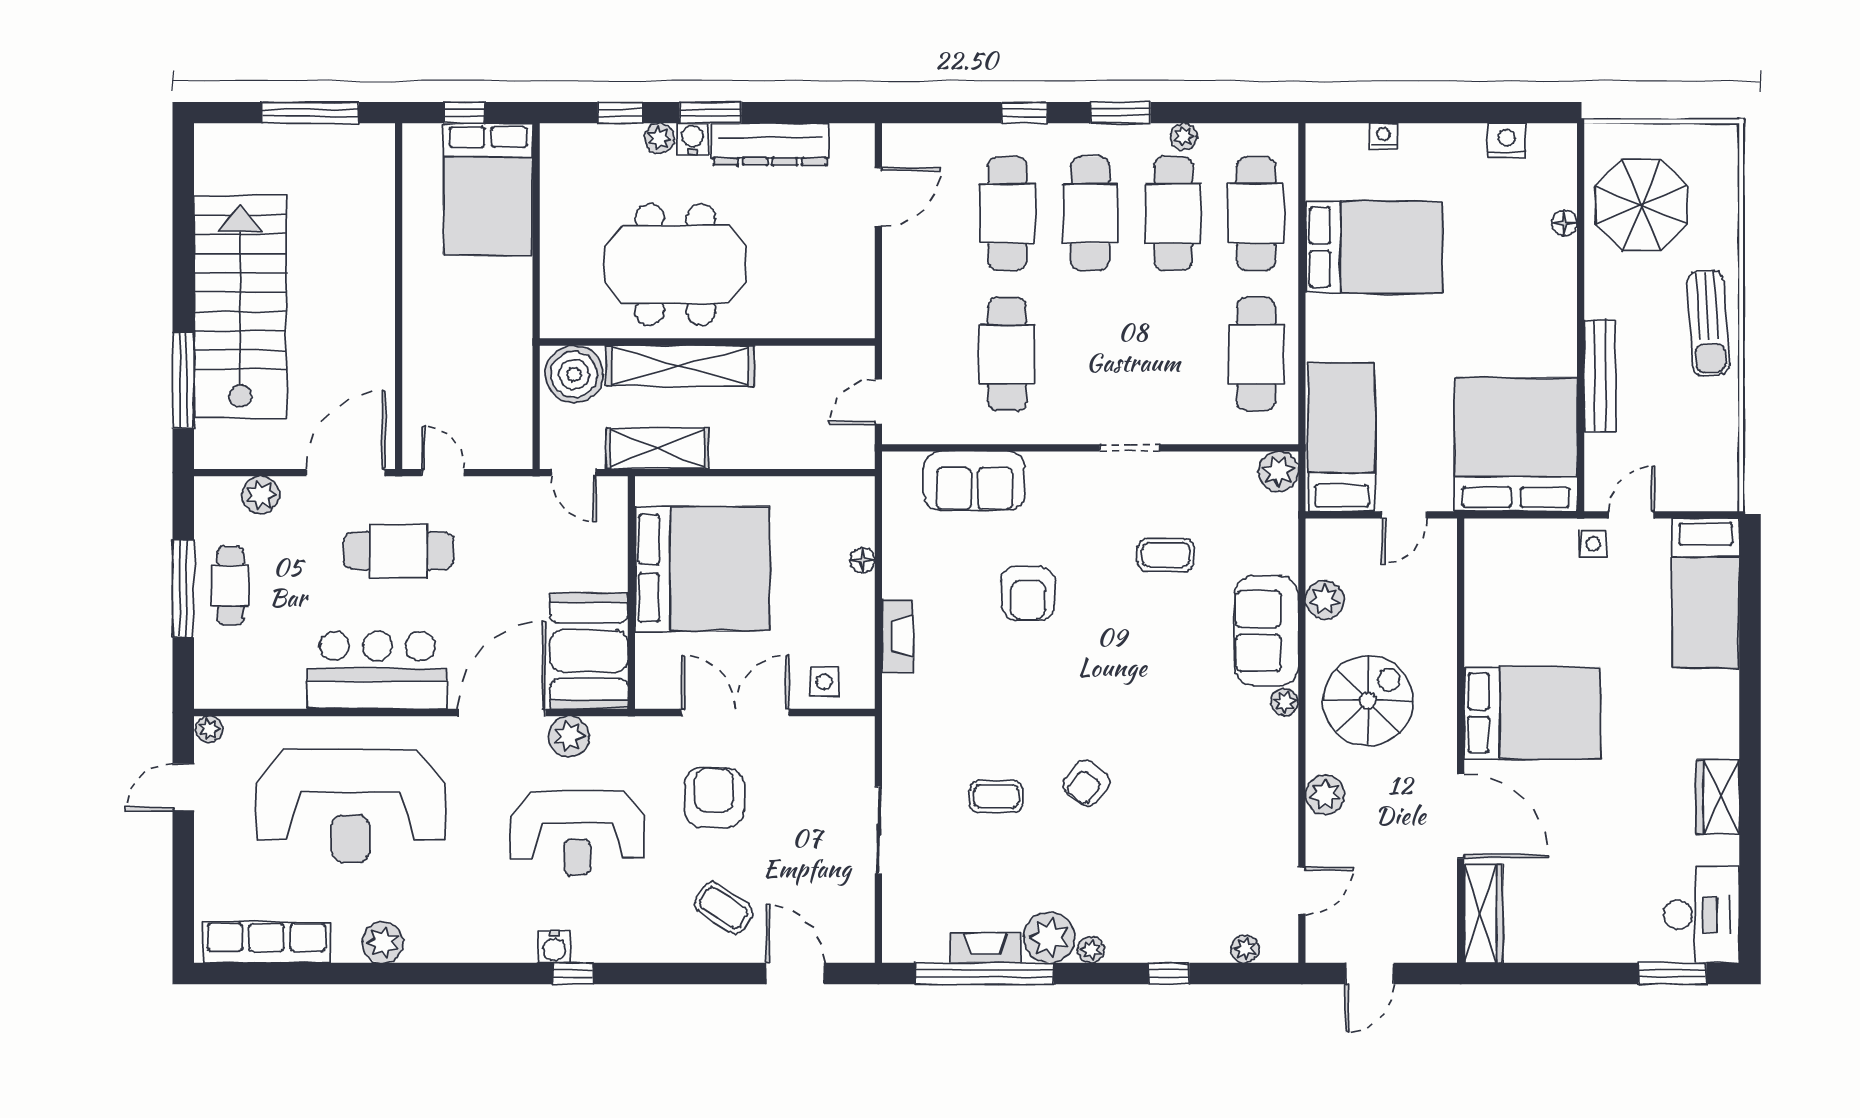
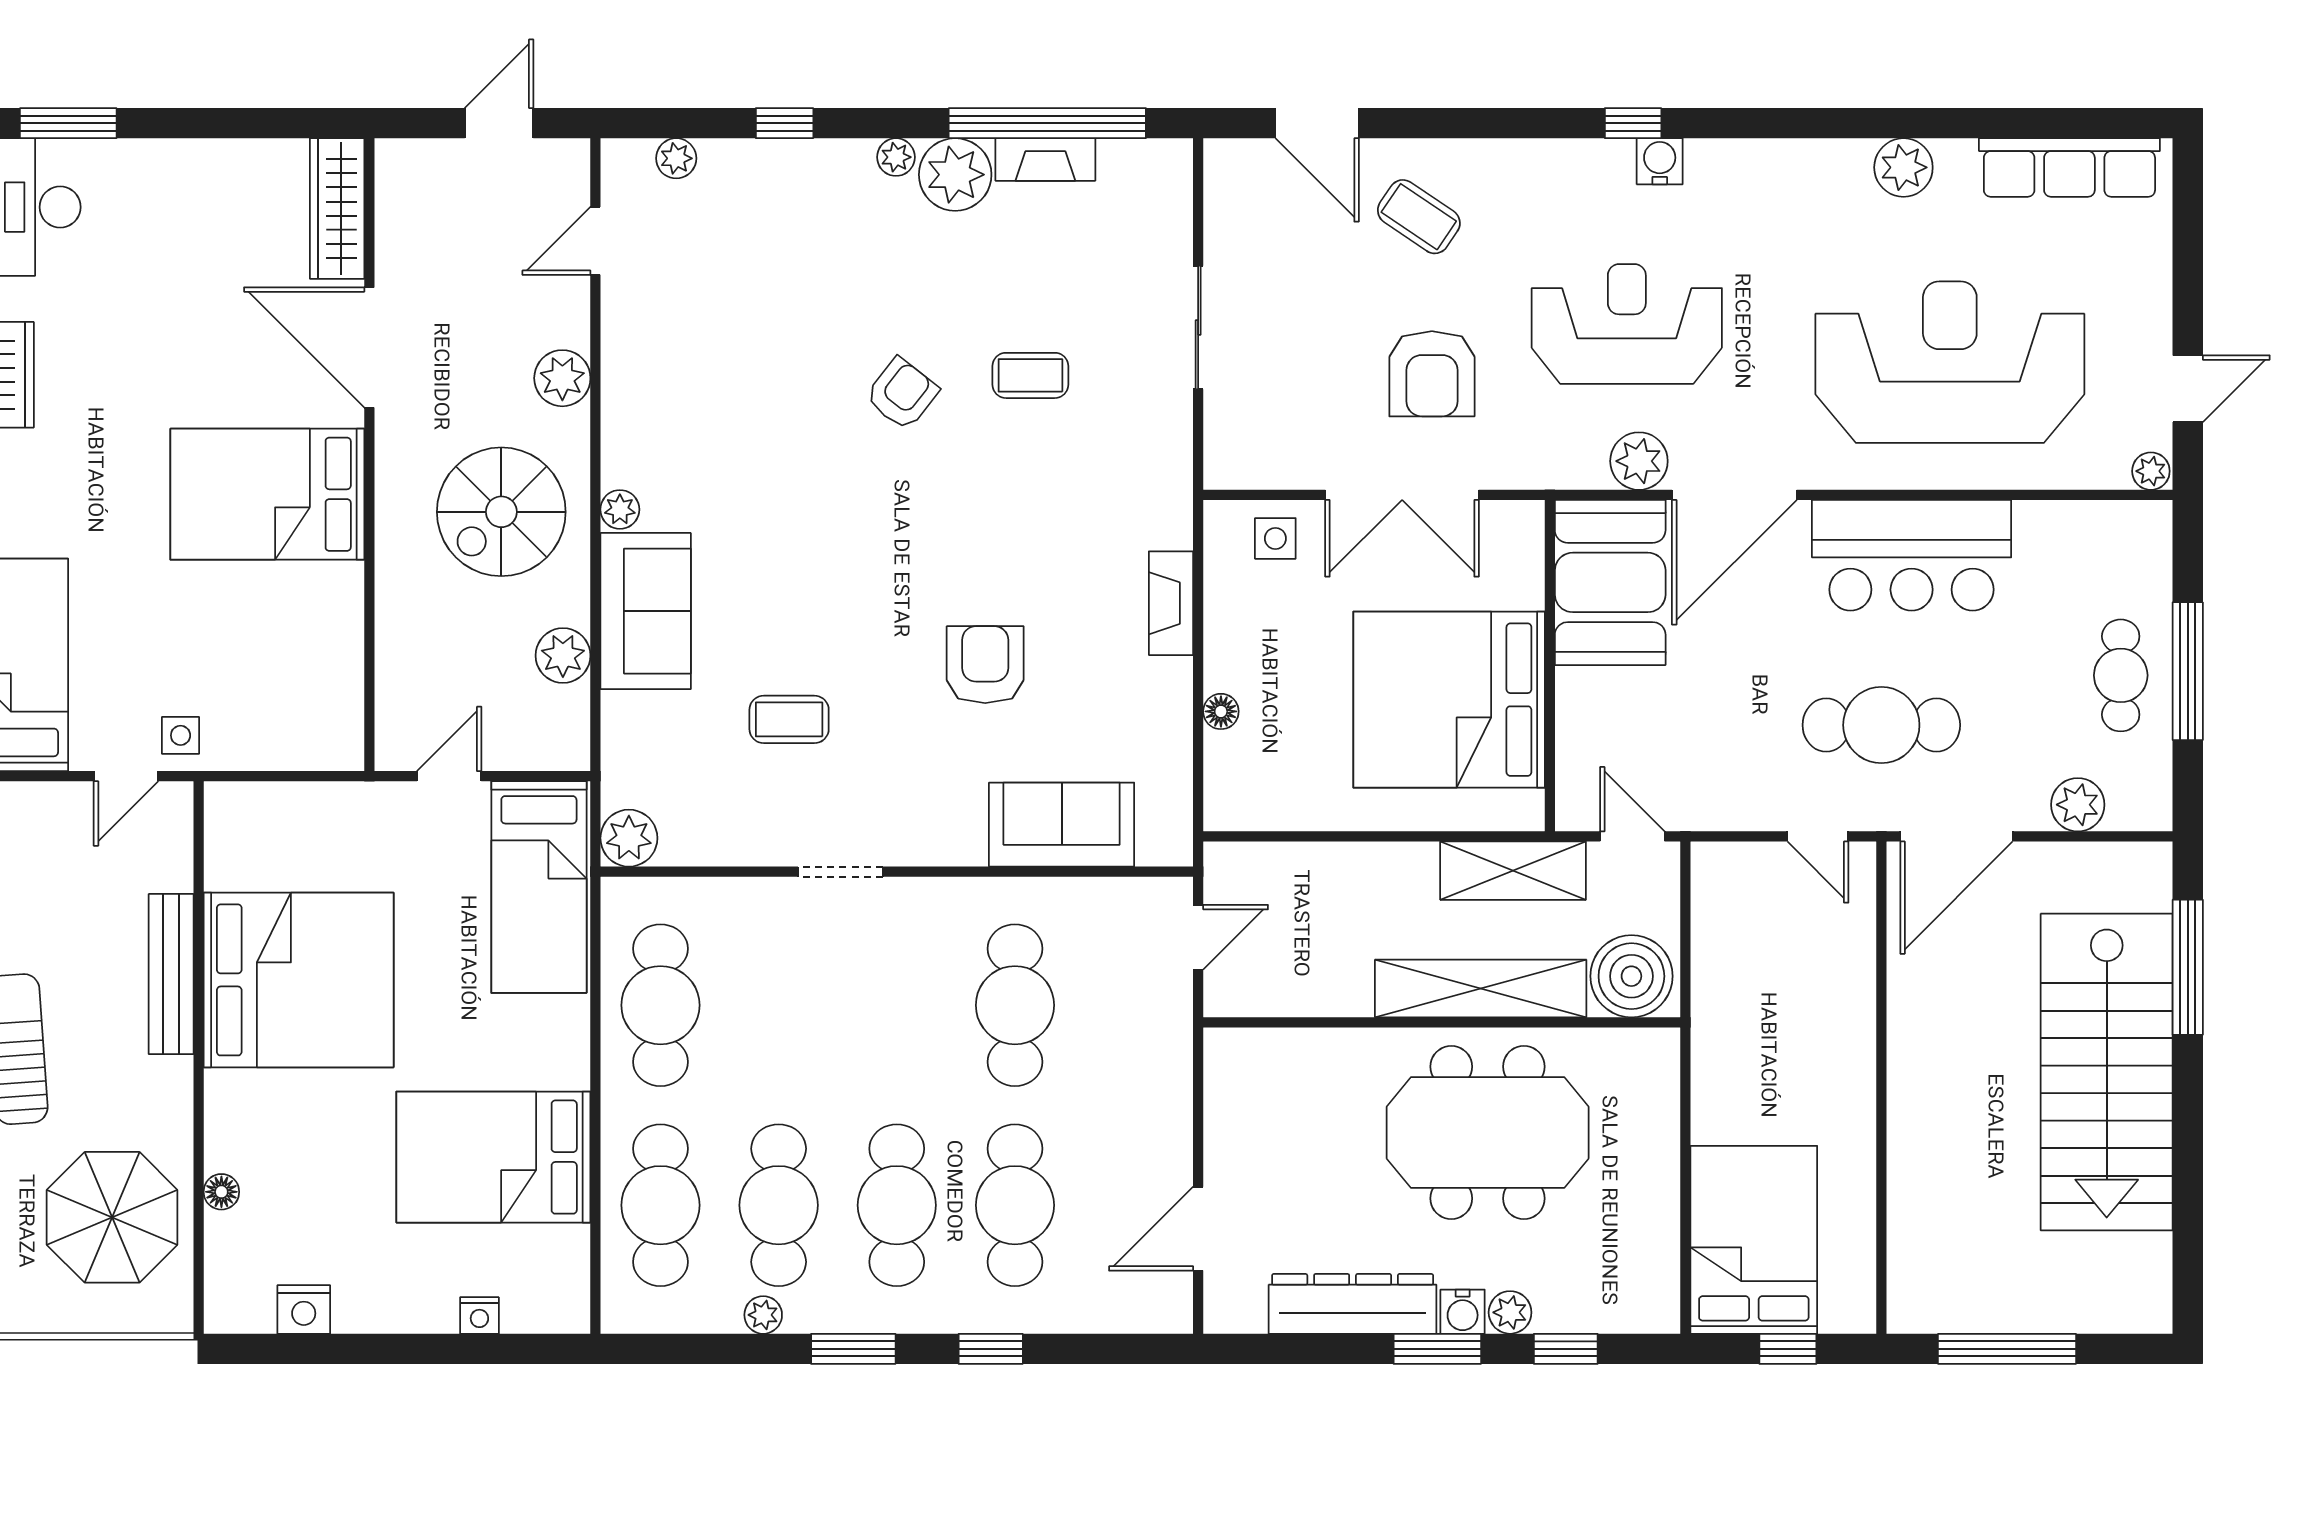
bed: (1516, 445) -> (299, 980), moved, turned -90

